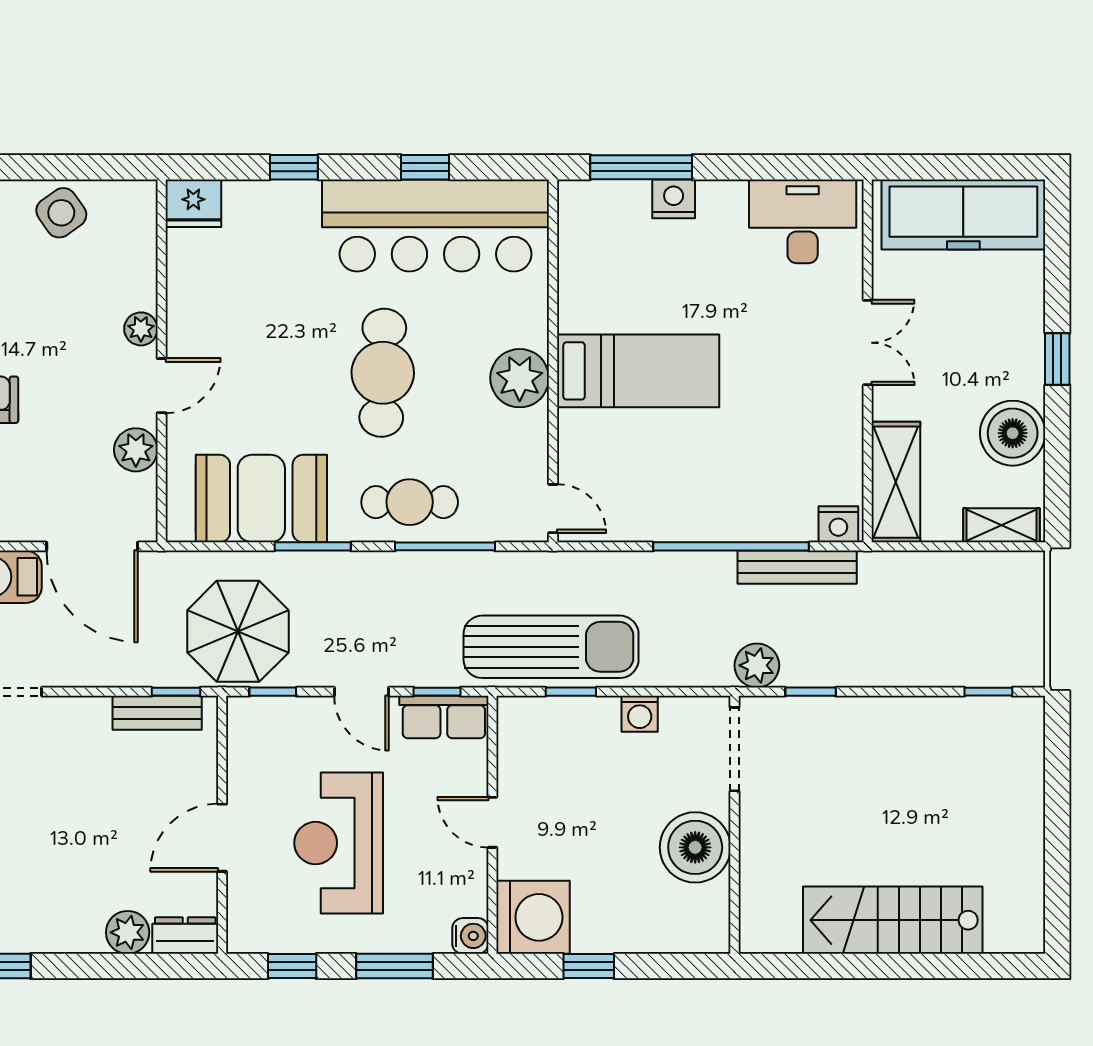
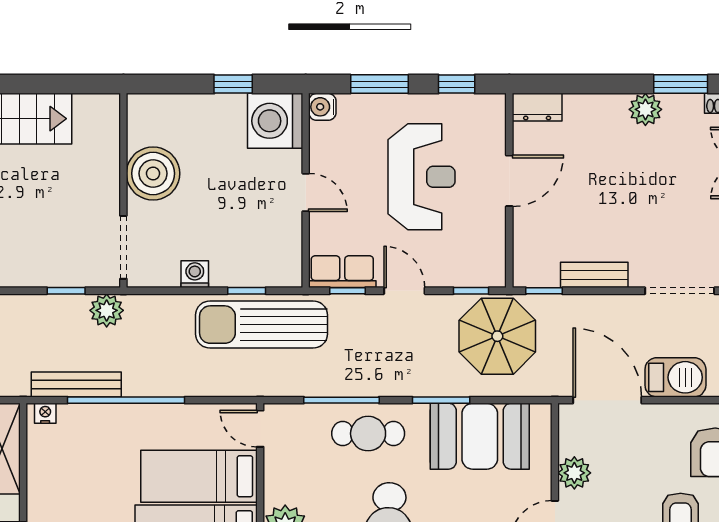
bed: (634, 445) -> (199, 476), added
nightstand: (838, 524) -> (45, 413), width x0.72, depth x0.74
bench: (157, 713) -> (594, 275), moved
plant: (128, 932) -> (645, 109), moved

